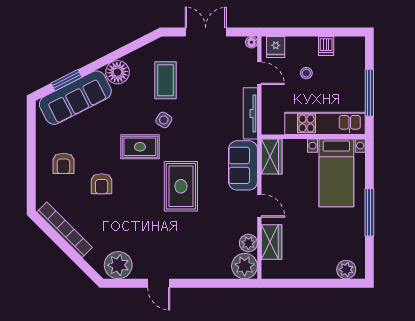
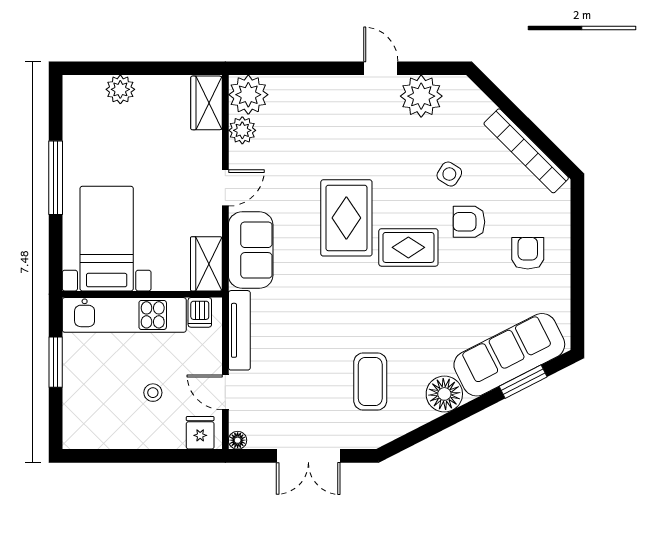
dishwasher: (326, 46) -> (200, 312), moved, turned 180
window: (369, 93) -> (56, 362), width x0.69
side table: (164, 120) -> (449, 174), moved
rug: (140, 147) -> (408, 247), moved
armchair: (102, 184) -> (469, 222), turned -90
door: (259, 206) -> (225, 188), swing flipped
wardrobe: (272, 242) -> (206, 103), moved
plant: (118, 265) -> (421, 96), moved
plant: (346, 270) -> (120, 89), moved

